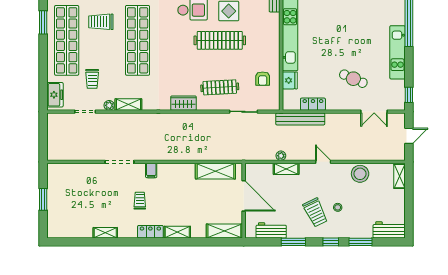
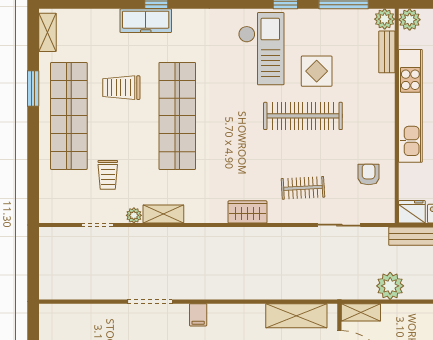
armchair: (263, 79) -> (369, 174), turned 180
fridge: (290, 80) -> (412, 212), moved, turned -90
clothes rail: (220, 87) -> (303, 188), width x0.73
freezer: (55, 95) -> (51, 199), removed
plant: (281, 156) -> (390, 286), width x1.88, depth x1.88
shelving: (286, 169) -> (361, 312), moved

